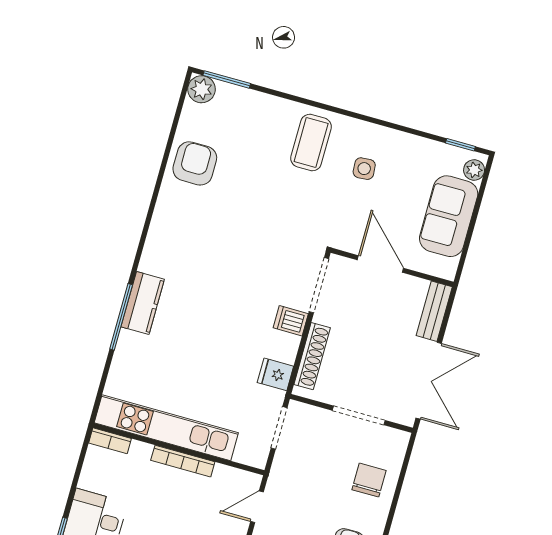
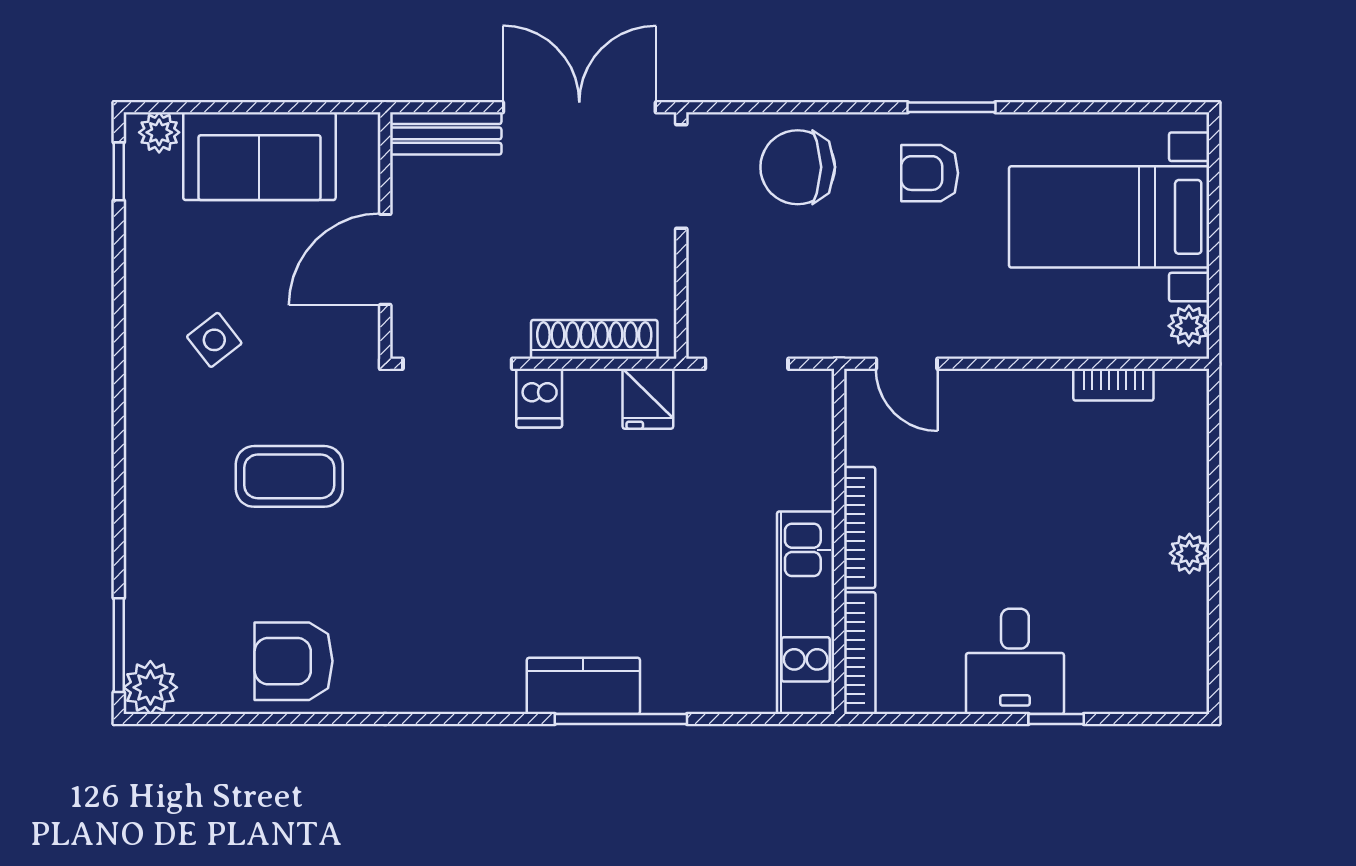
coffee table: (311, 143) -> (289, 476), moved
side table: (364, 169) -> (214, 340), turned -34
doorway: (359, 415) -> (681, 176), moved
kitchen unit: (166, 428) -> (806, 613), width x0.73
bookcase: (110, 441) -> (860, 653), width x1.56
chair: (369, 480) -> (798, 167), width x1.37, depth x1.37

